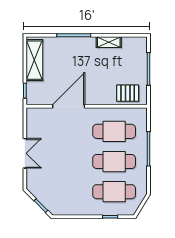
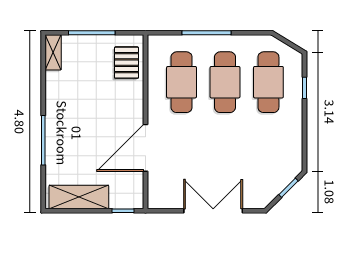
shelving: (109, 42) -> (53, 52), moved
door: (69, 106) -> (145, 148), hinge flipped
double door: (25, 153) -> (213, 211), width x1.37

